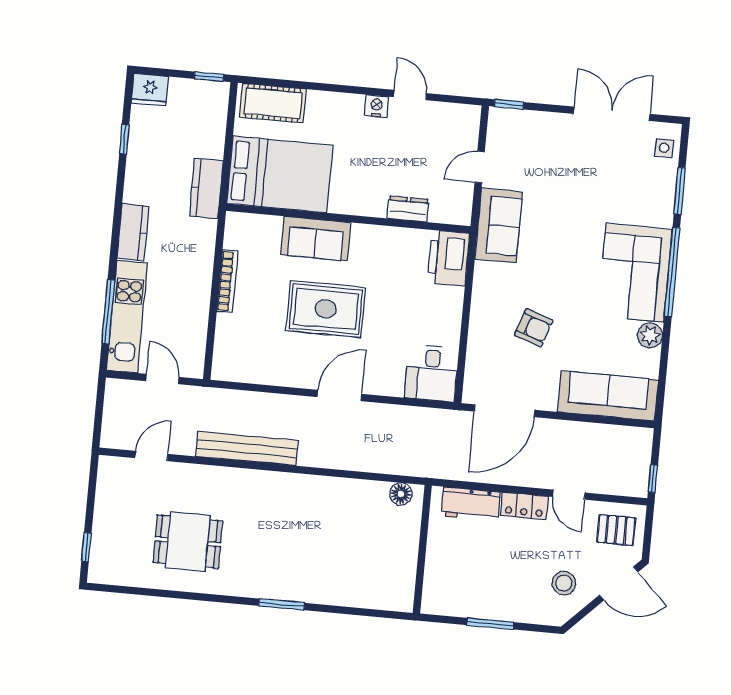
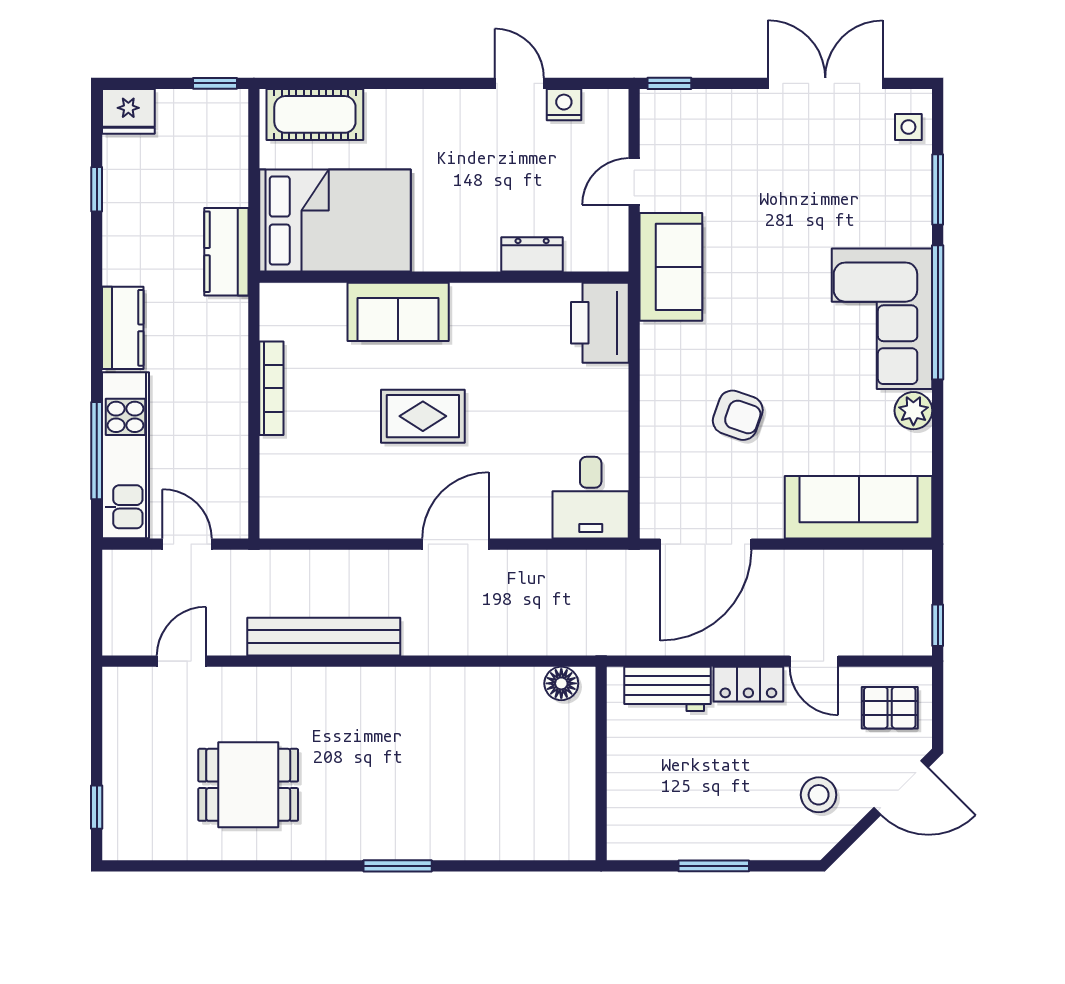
nightstand: (377, 106) -> (564, 105), moved
rug: (326, 309) -> (423, 416), width x0.73, depth x0.70

